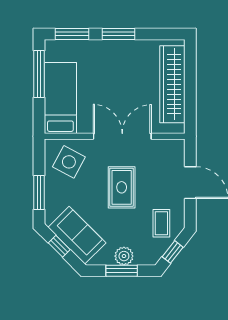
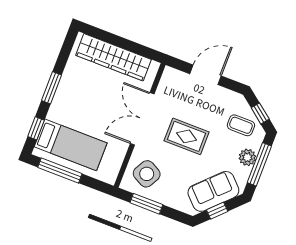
window: (72, 34) -> (36, 128), width x0.67
bed: (60, 98) -> (71, 145), moved, turned 180
window: (39, 193) -> (146, 204), moved
coffee table: (161, 223) -> (241, 125), moved
window: (122, 271) -> (259, 164), width x1.44

